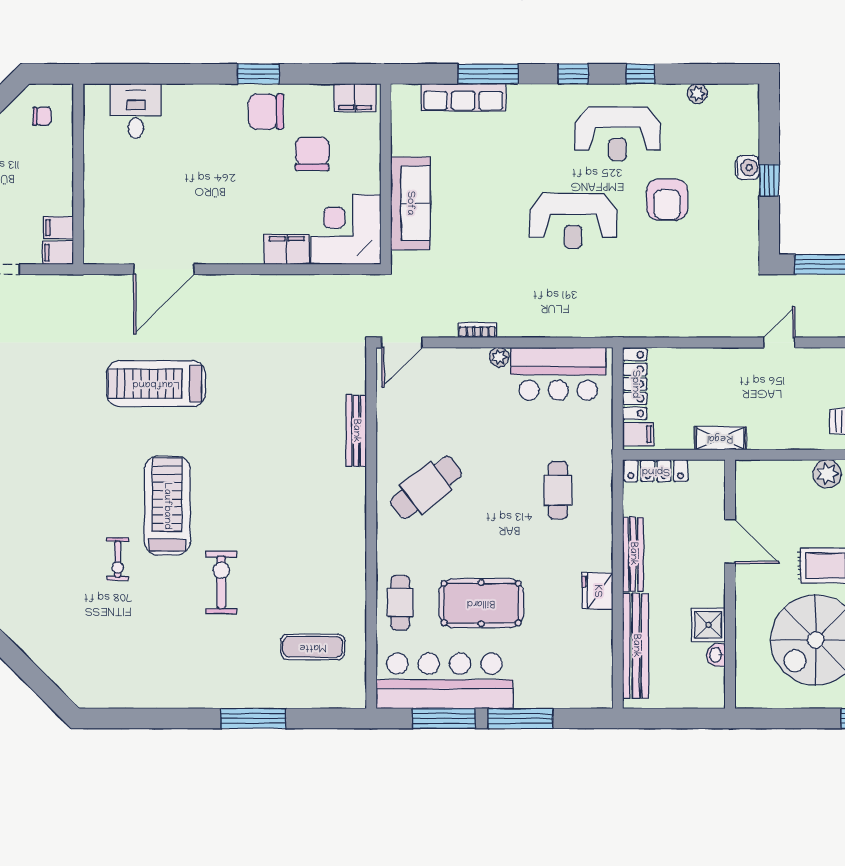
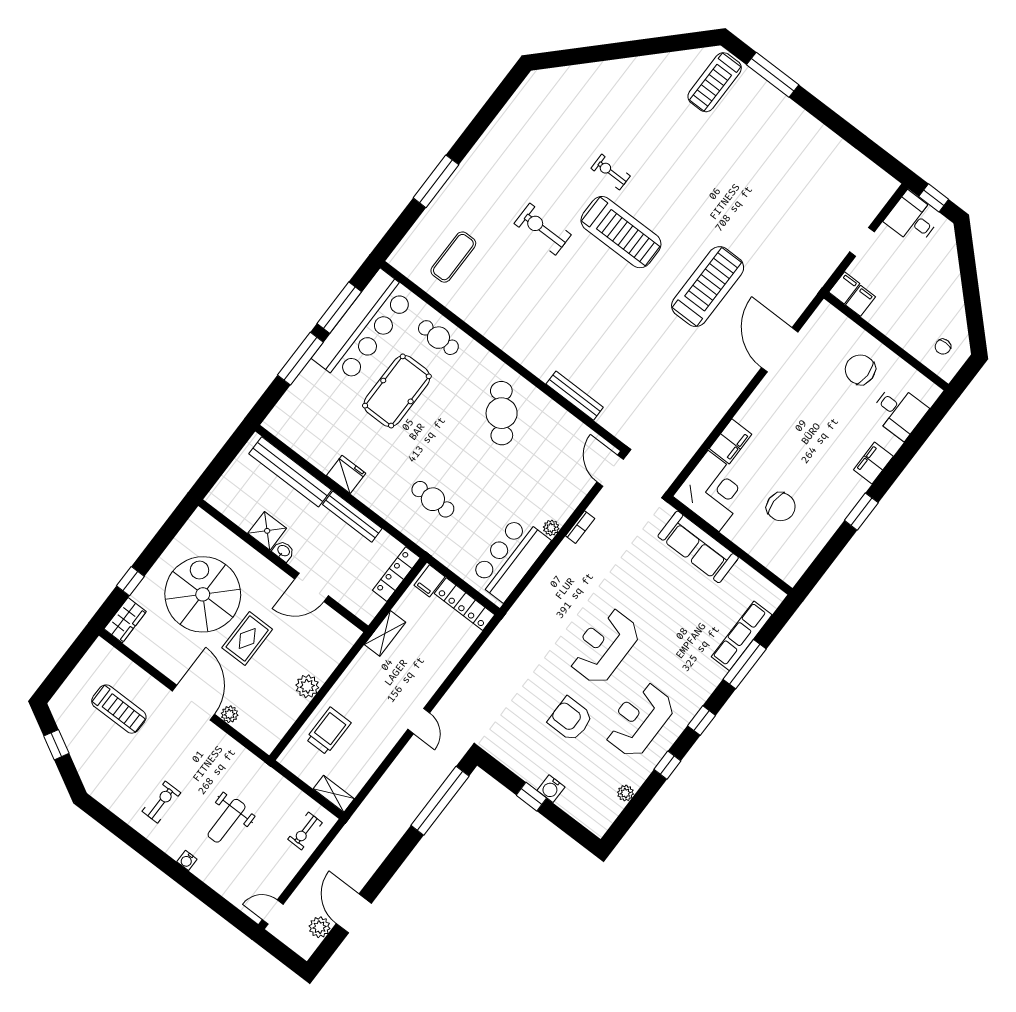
filing cabinet: (355, 98) -> (873, 463), moved
chair: (266, 112) -> (860, 370), moved, turned -90
exercise bike: (221, 582) -> (543, 229), turned 180
washbasin: (716, 655) -> (283, 551), moved

